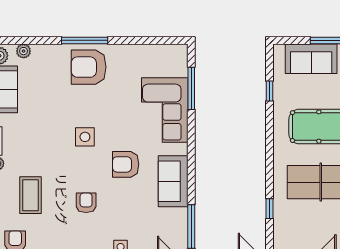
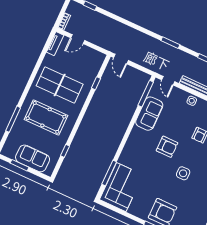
corner sofa: (165, 110) -> (121, 187), moved
sofa: (173, 181) -> (149, 114), moved

